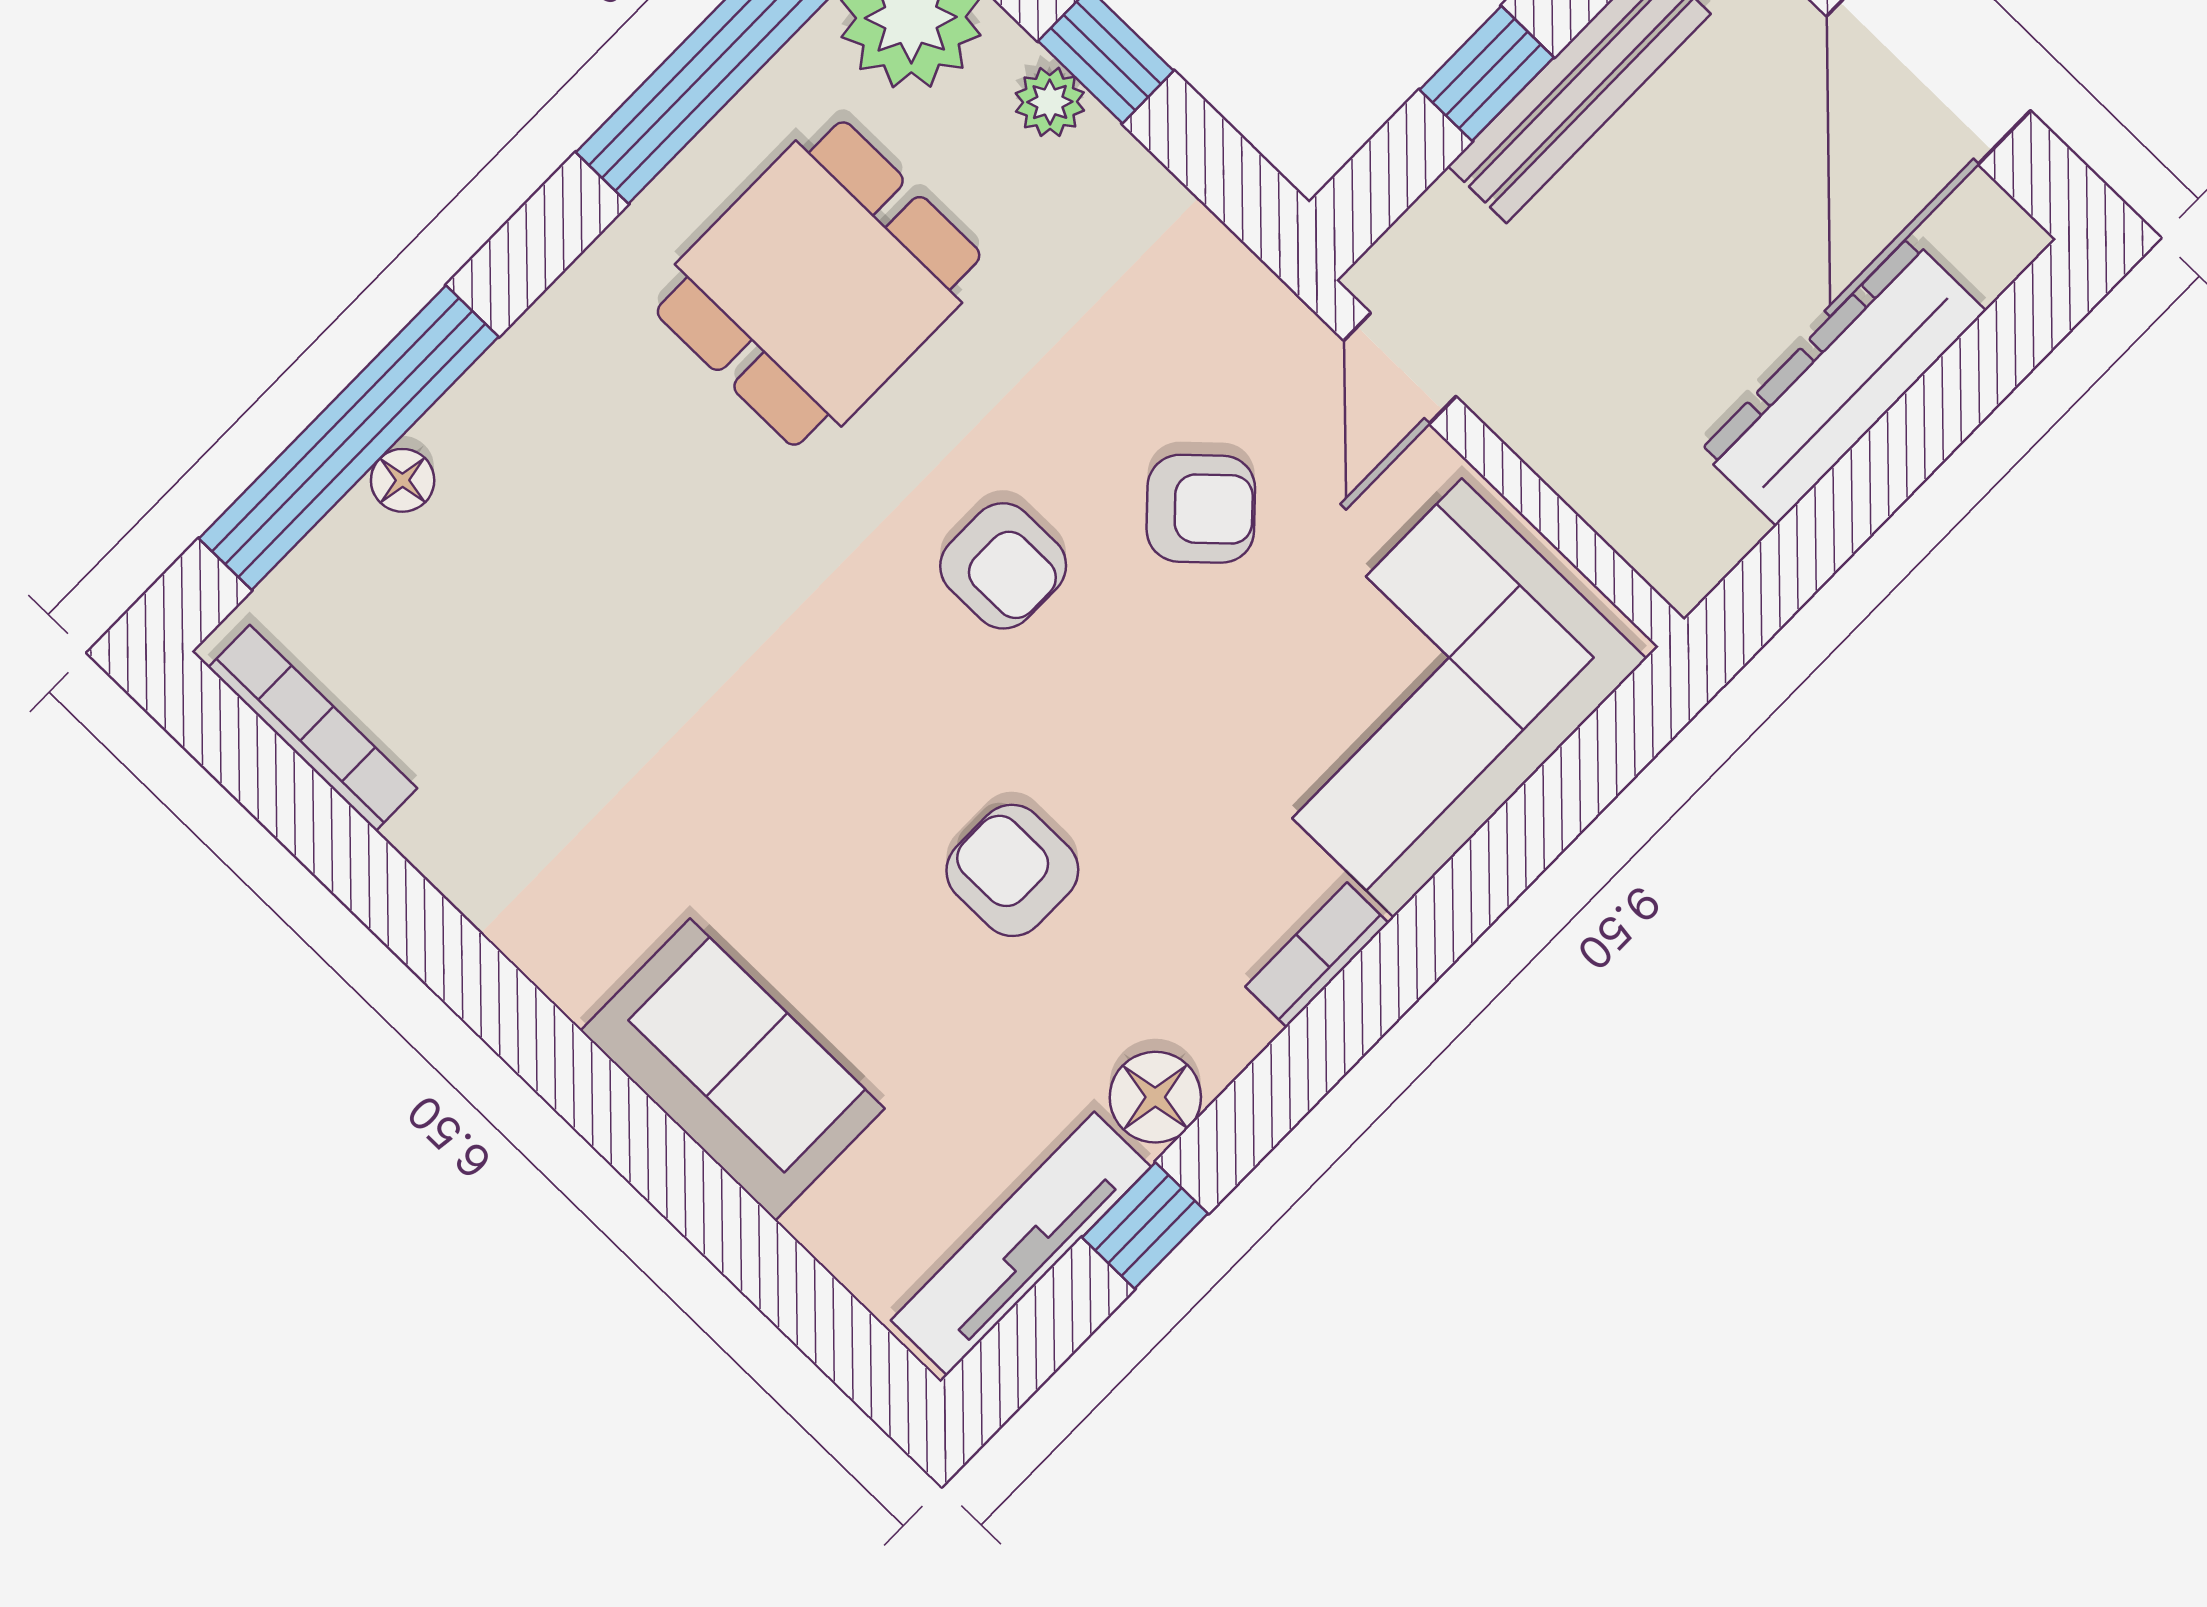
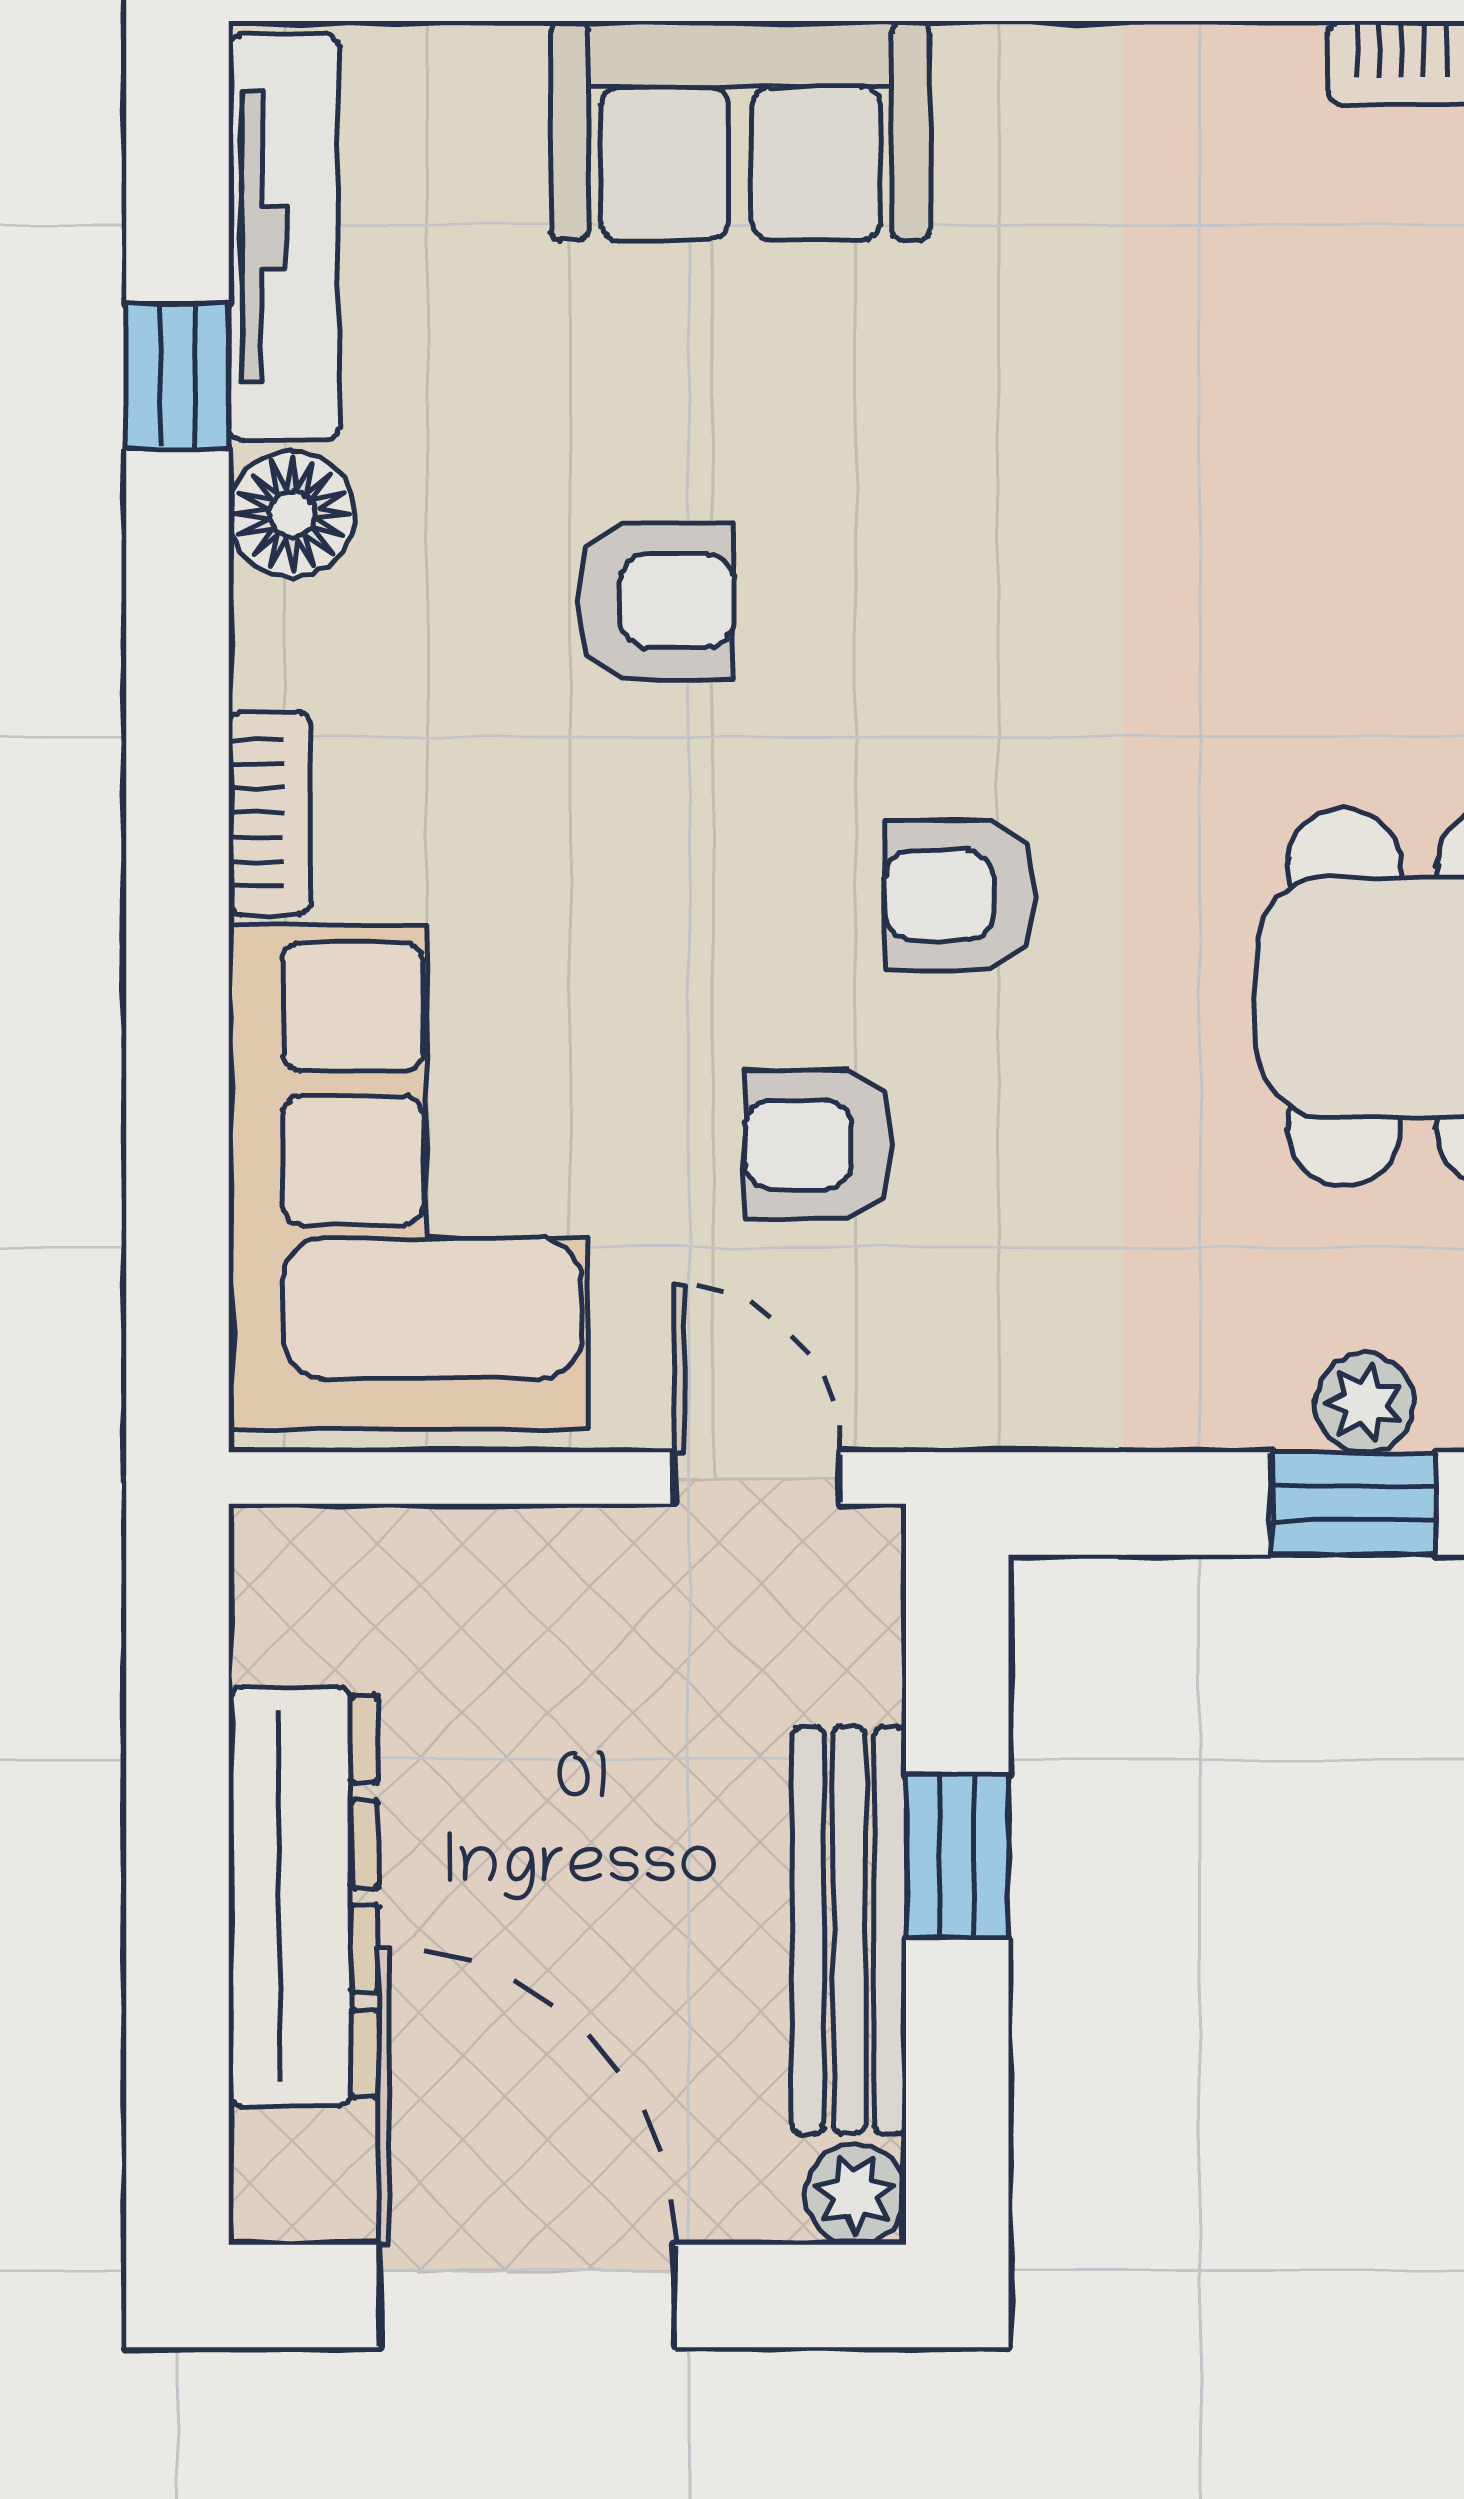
armchair: (1201, 509) -> (819, 1145), turned 43

